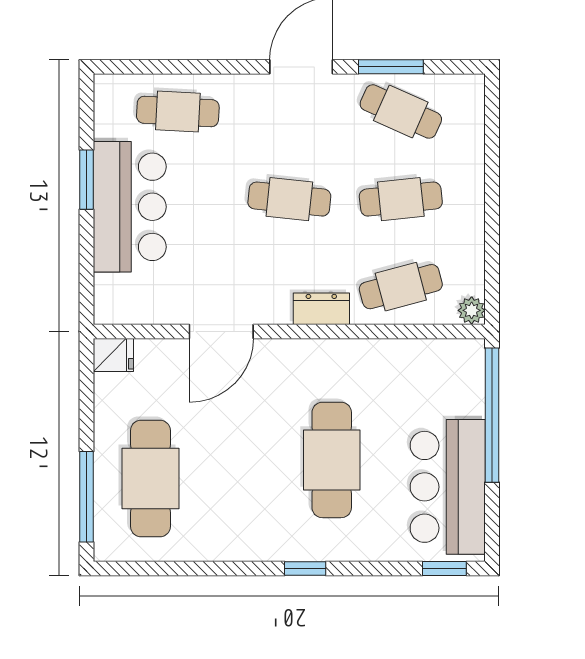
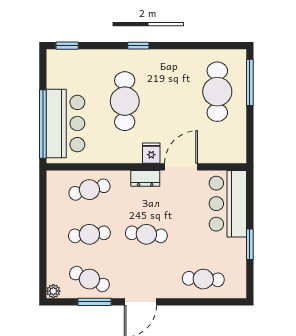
bar counter: (130, 207) -> (228, 204), moved
dresser: (321, 309) -> (145, 178), moved
plant: (472, 310) -> (53, 291), moved
fridge: (113, 355) -> (151, 153), moved, turned 90
bar counter: (448, 487) -> (65, 124), moved

